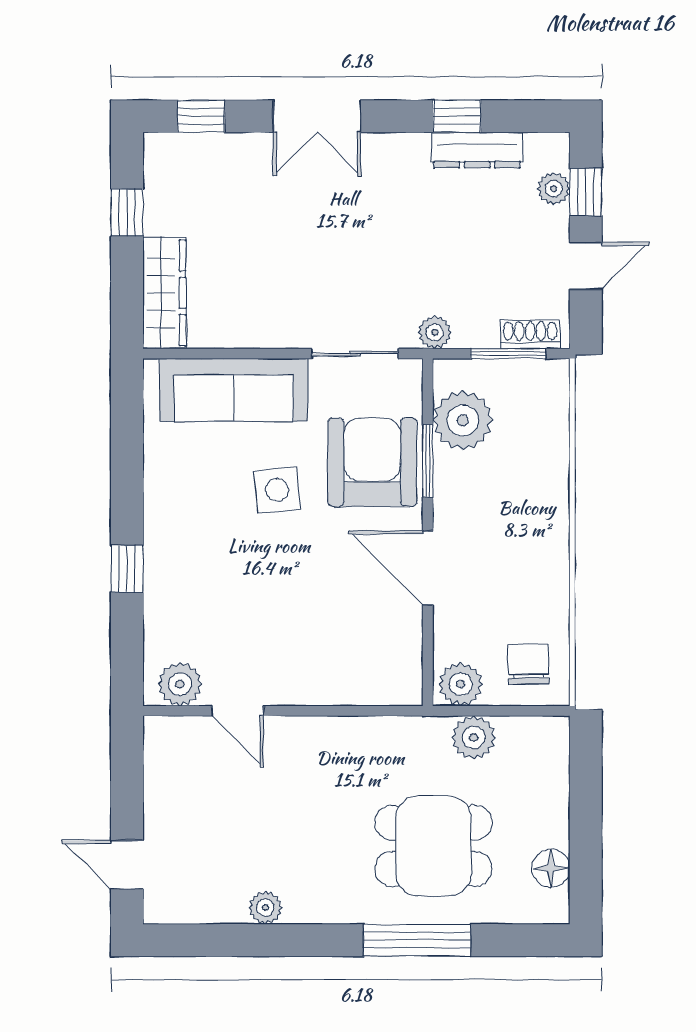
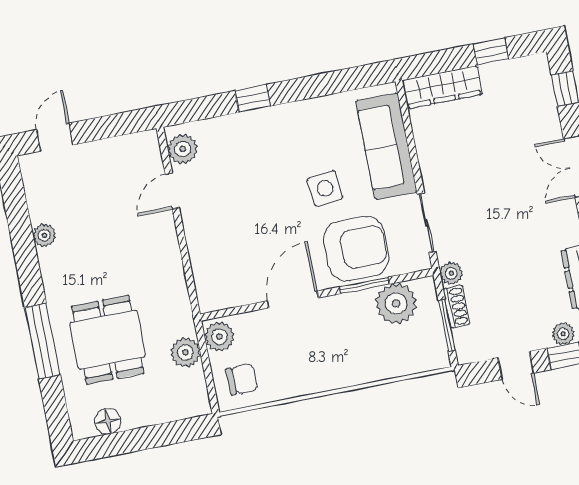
shoe rack: (530, 334) -> (456, 306), moved

